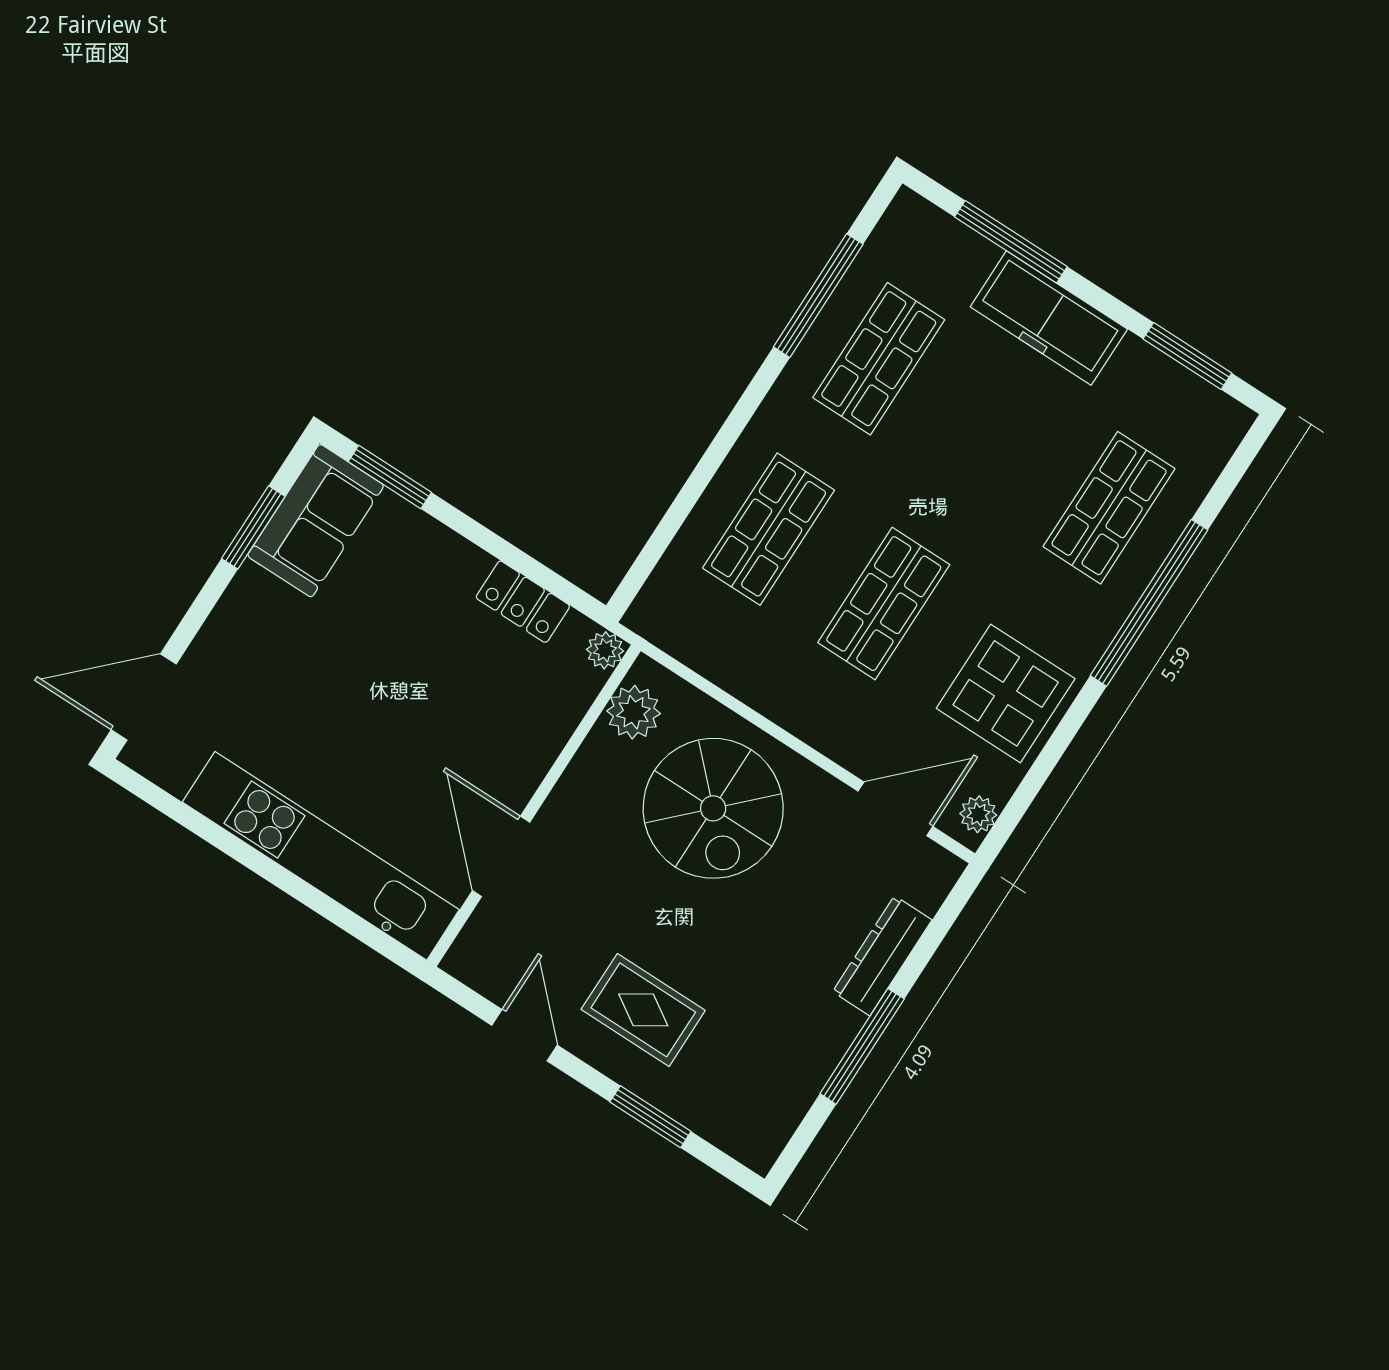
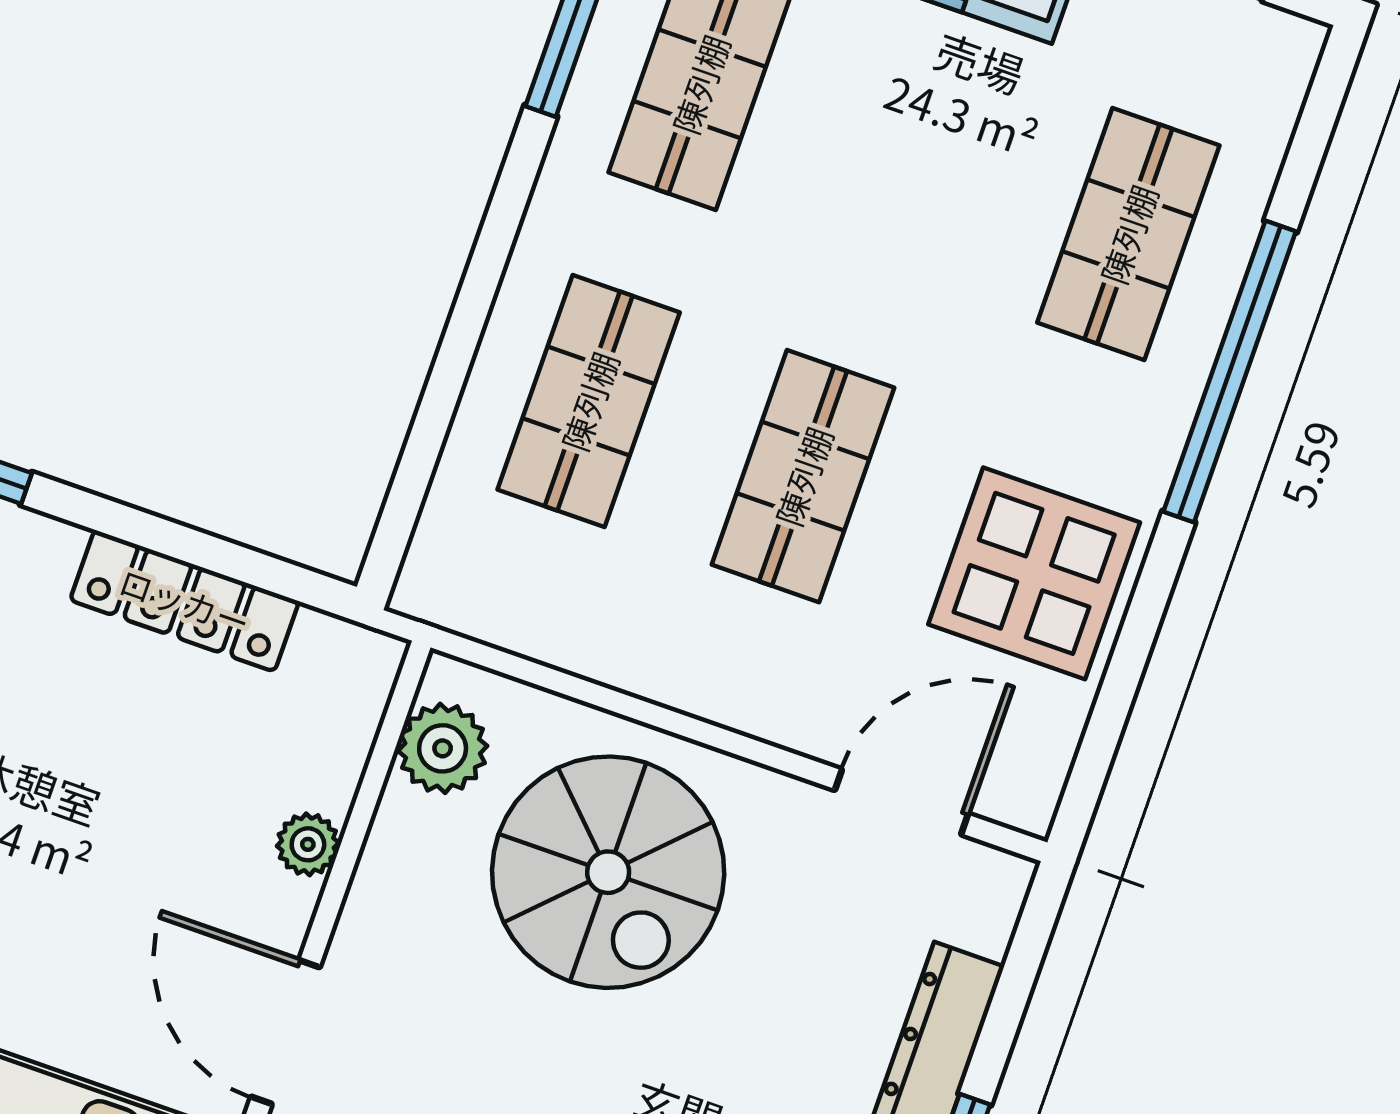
locker: (523, 602) -> (185, 601), width x1.53
plant: (605, 650) -> (308, 844), moved
plant: (978, 814) -> (1037, 778), removed

